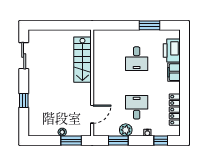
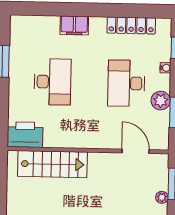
printer: (172, 50) -> (25, 135), moved, turned 180
desk: (137, 59) -> (53, 82), width x1.37
desk: (137, 107) -> (126, 83), width x1.37

